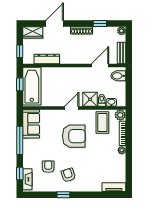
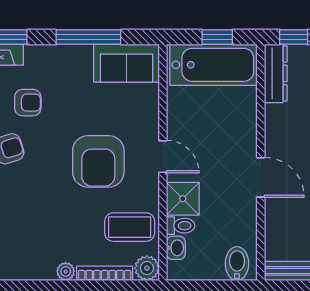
dresser: (47, 59) -> (276, 73), moved
door: (100, 65) -> (261, 177), moved

